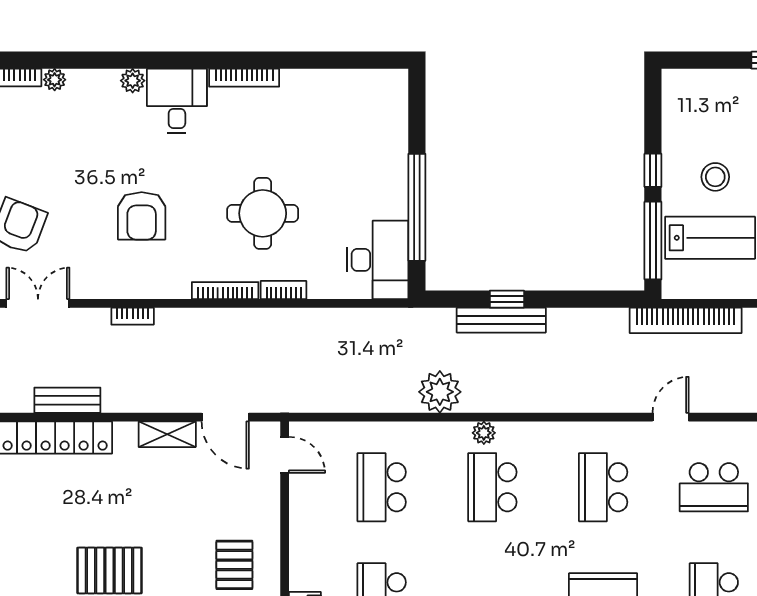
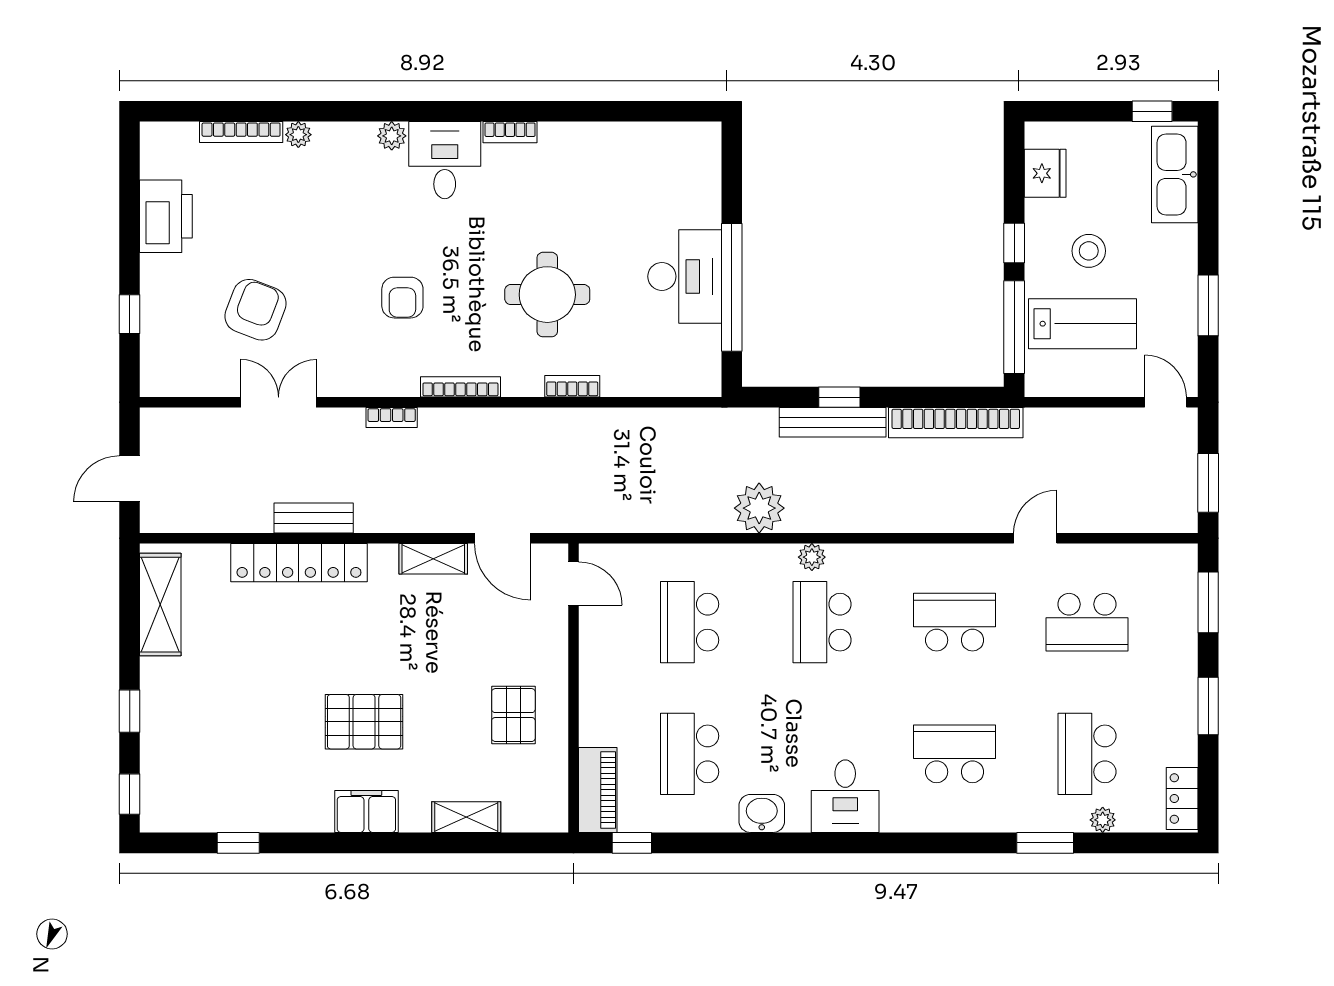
bookcase: (244, 78) -> (510, 132), width x0.64
fridge: (679, 112) -> (1045, 173), added
armchair: (142, 216) -> (402, 298), width x0.72, depth x0.72
desk: (378, 260) -> (685, 276), moved
bookcase: (225, 291) -> (460, 387), moved
bookcase: (686, 320) -> (956, 423), moved
school desk: (603, 487) -> (955, 622), turned 90

